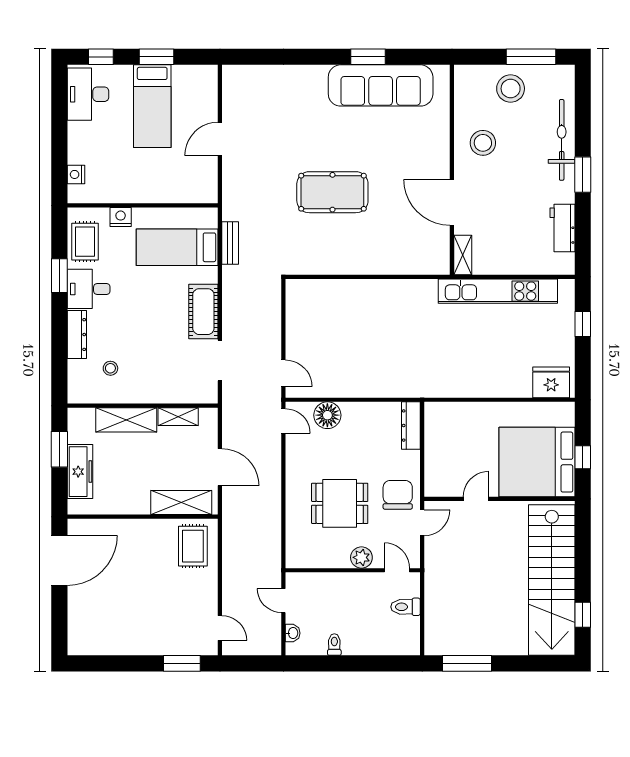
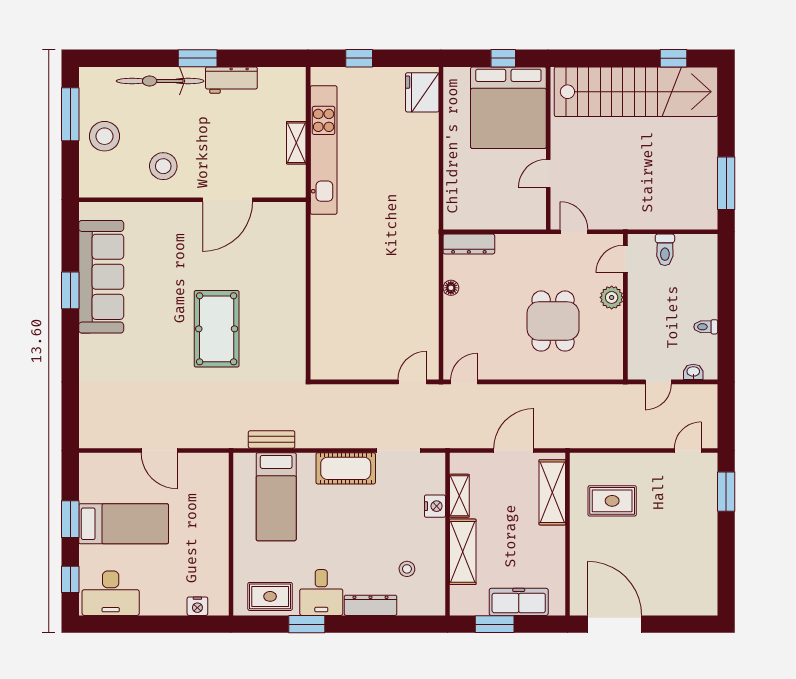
nightstand: (121, 217) -> (435, 506), moved, turned 180
workbench: (563, 228) -> (231, 80), moved
shelving: (463, 255) -> (296, 143), moved, turned 90
floor lamp: (327, 415) -> (451, 288), moved, width x0.53, depth x0.53
chair: (398, 495) -> (544, 258), removed
door: (476, 499) -> (548, 173), hinge flipped
rug: (193, 546) -> (612, 501), moved

